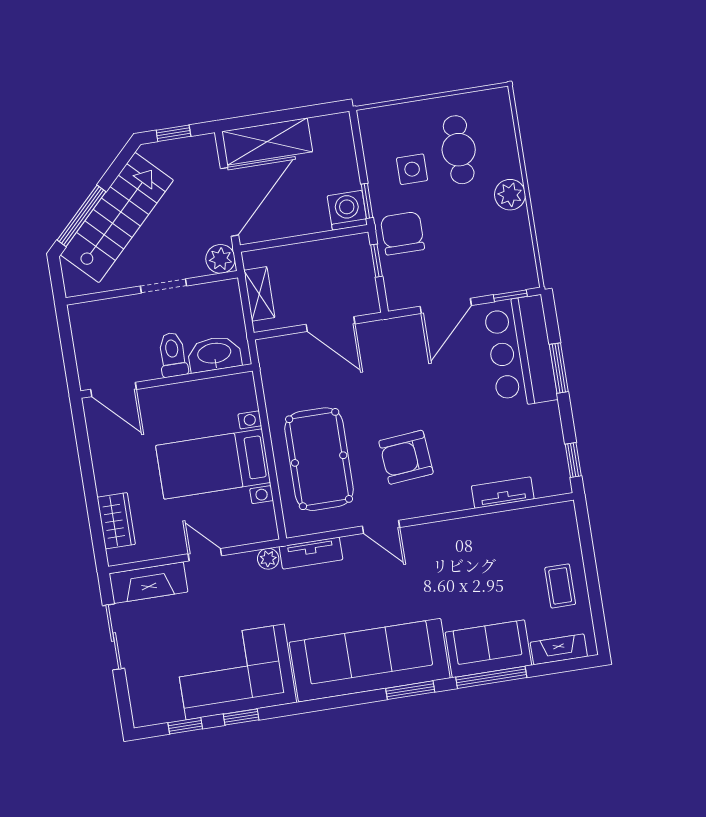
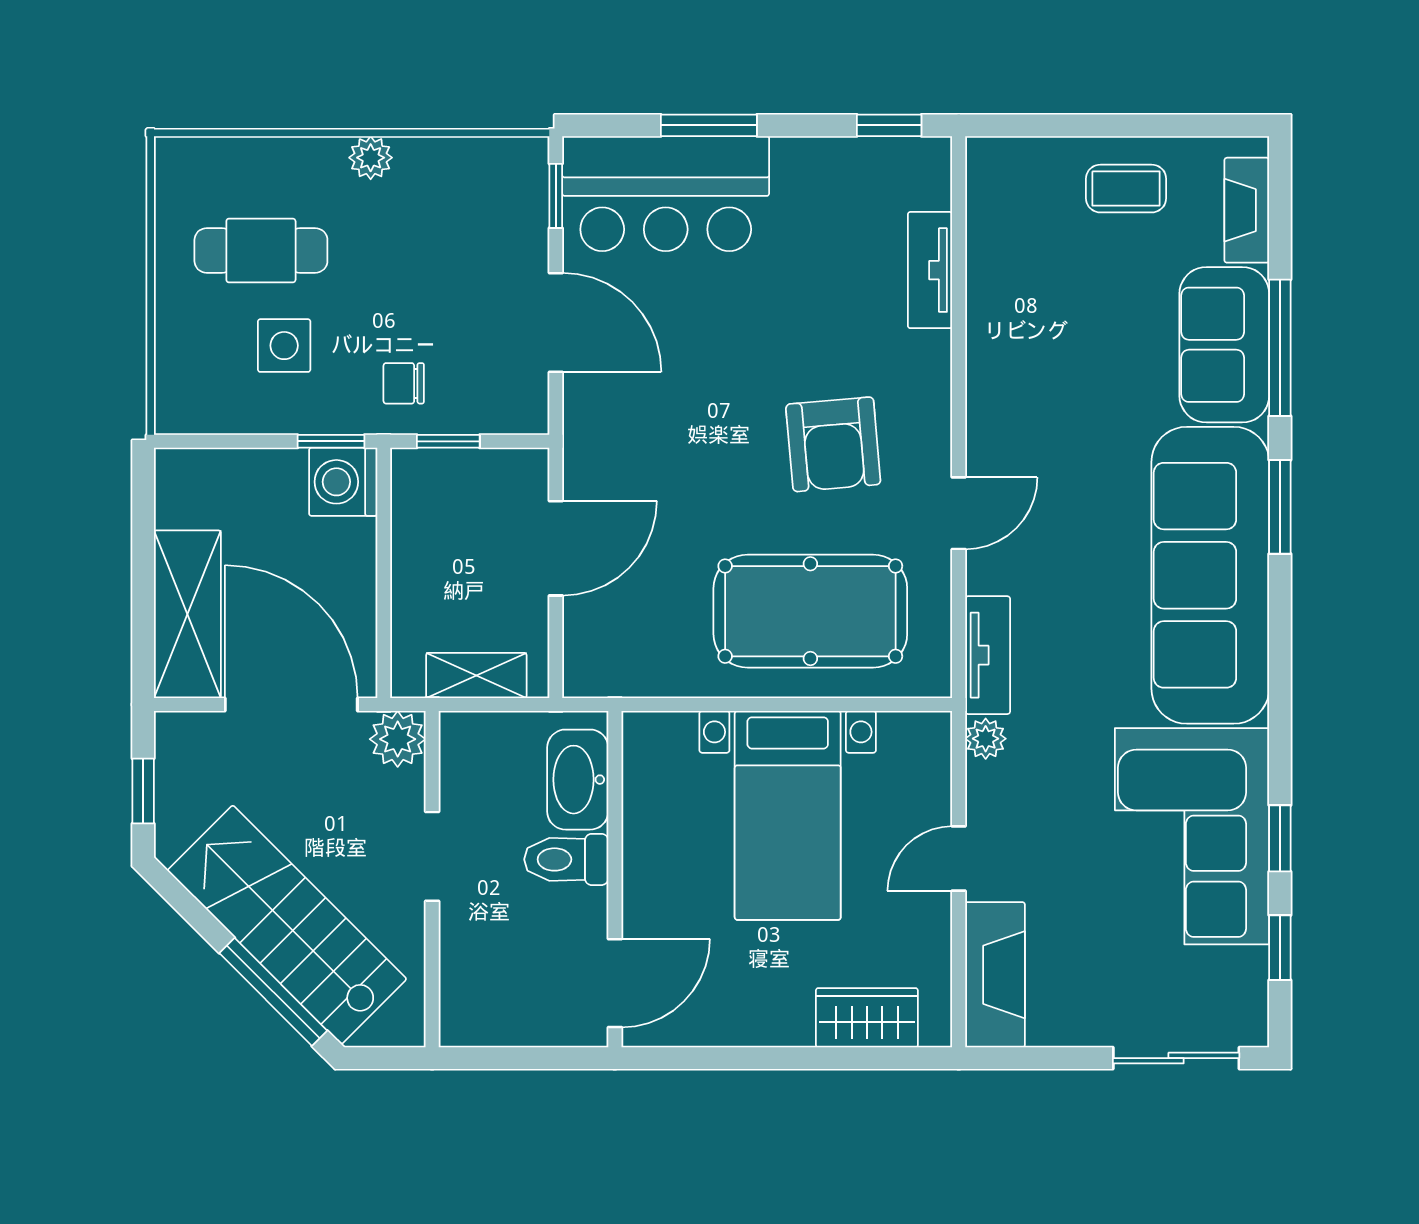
plant: (510, 195) -> (371, 158), width x0.73, depth x0.73
chair: (402, 233) -> (404, 383), width x0.54, depth x0.54
sliding door: (114, 637) -> (1176, 1058), moved

